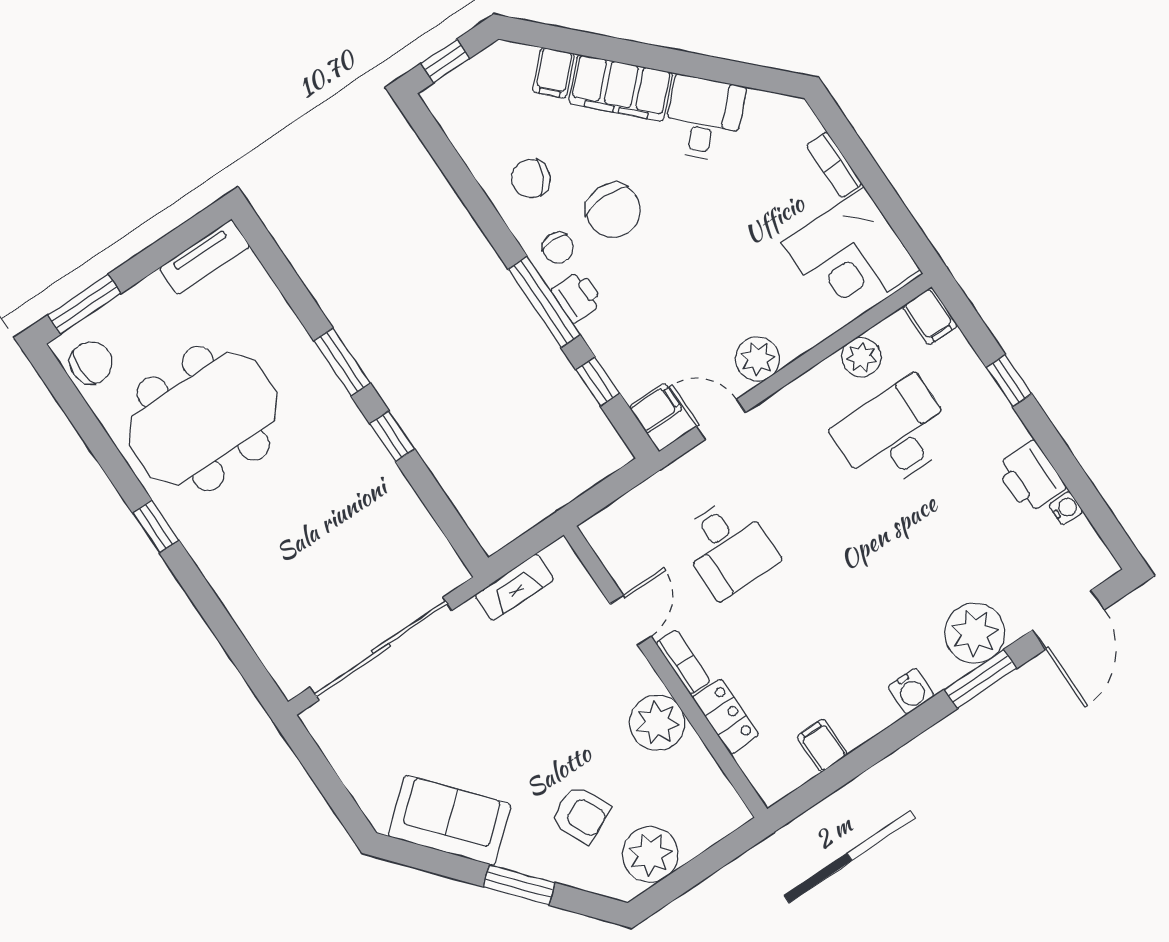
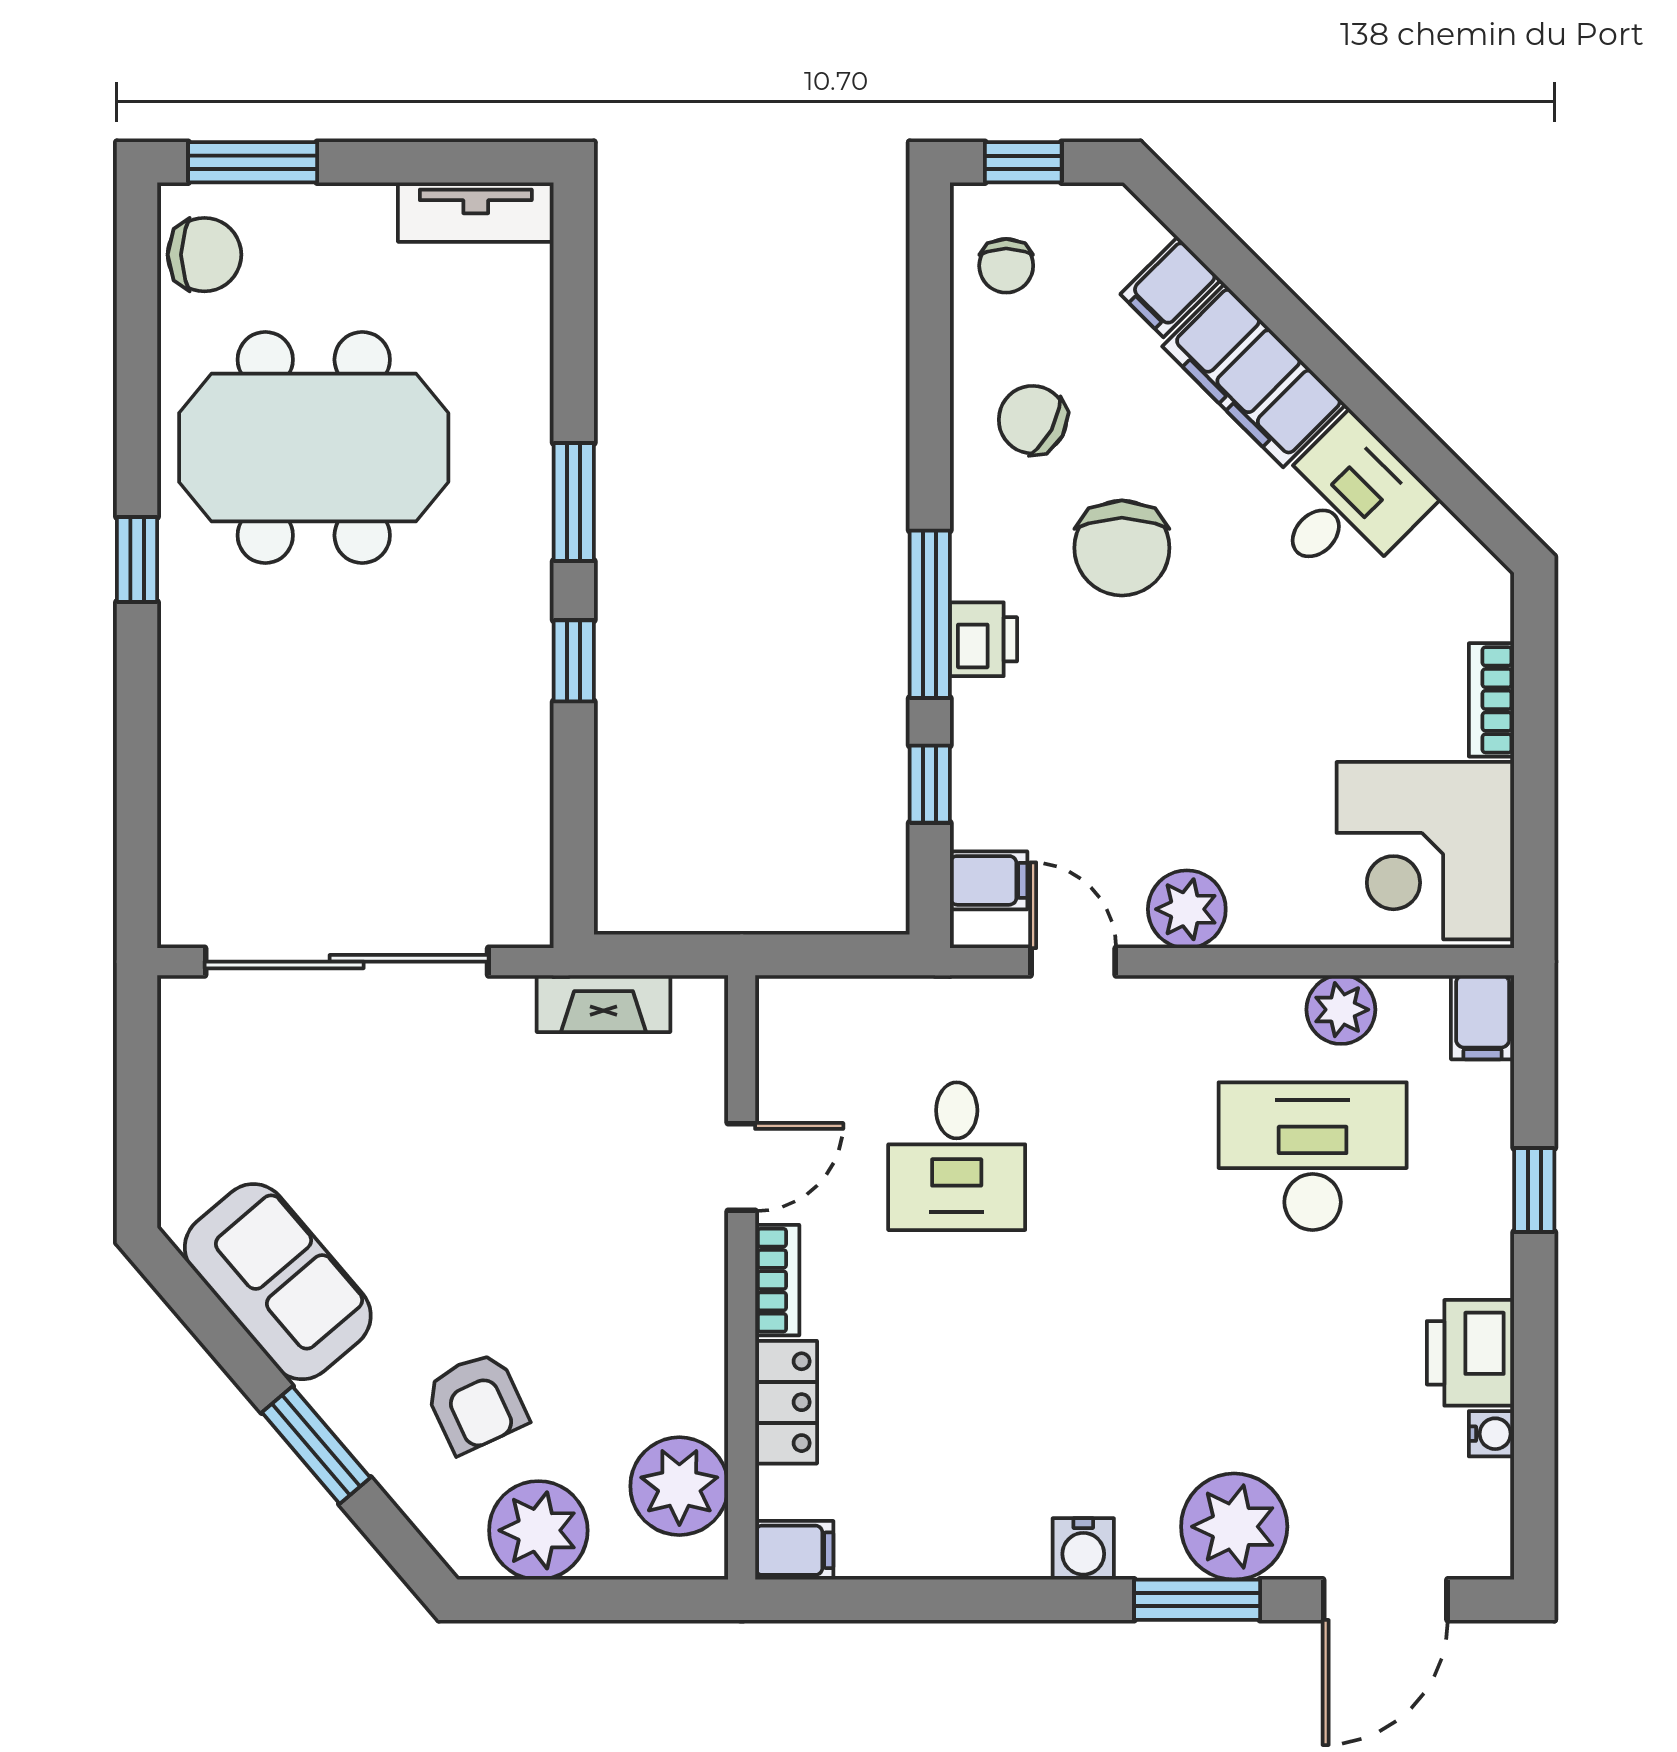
chair: (558, 248) -> (1006, 266), moved
plant: (657, 723) -> (679, 1486), moved
filing cabinet: (822, 745) -> (794, 1550), moved, turned 90

